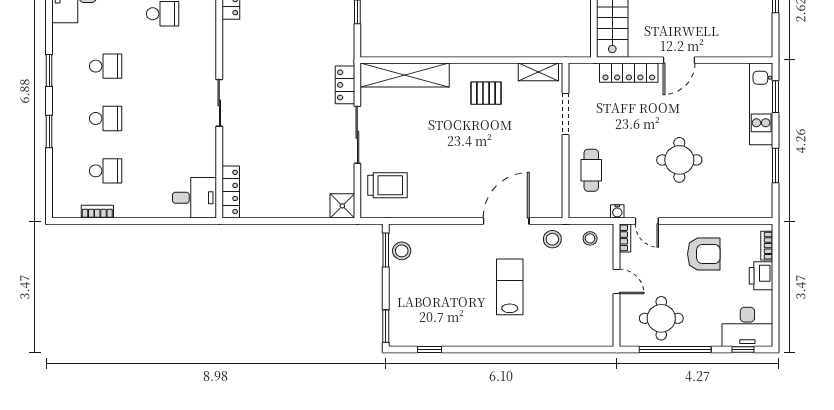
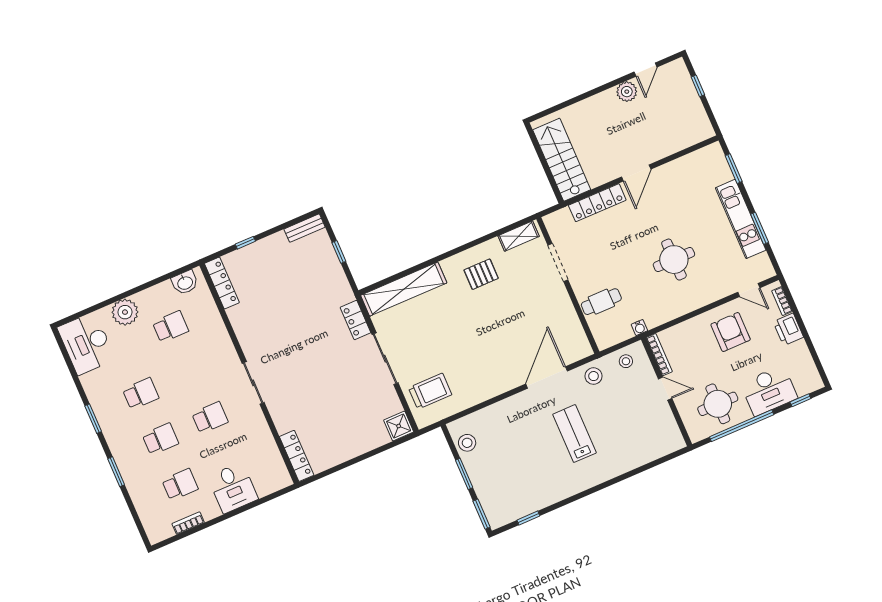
kitchen unit: (761, 104) -> (741, 219), moved
school desk: (163, 118) -> (210, 418), added
cafe table: (591, 170) -> (601, 302), turned 90
desk: (194, 198) -> (233, 488), moved, turned 90
door: (647, 221) -> (749, 290), moved
bookcase: (625, 238) -> (659, 355), width x1.56
window: (386, 250) -> (464, 474), moved
armchair: (704, 254) -> (731, 332), turned -90
desk: (747, 327) -> (769, 391), moved

